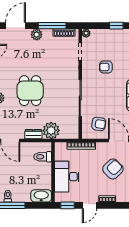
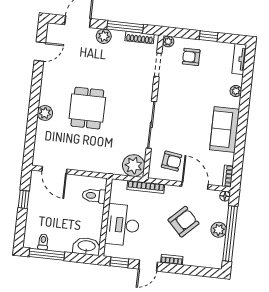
armchair: (106, 67) -> (191, 57), moved
plant: (51, 130) -> (134, 166), moved
dresser: (33, 134) -> (85, 165), removed

